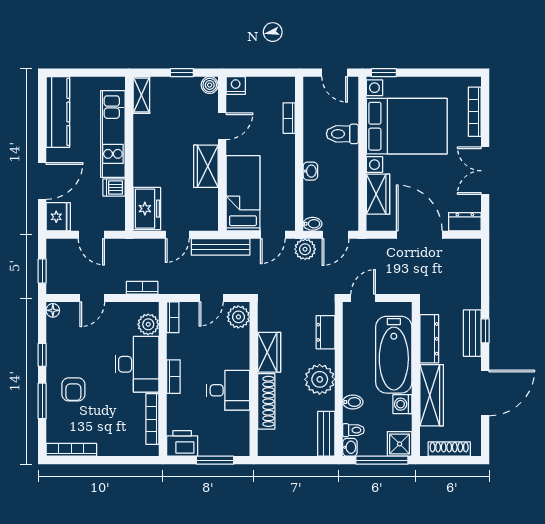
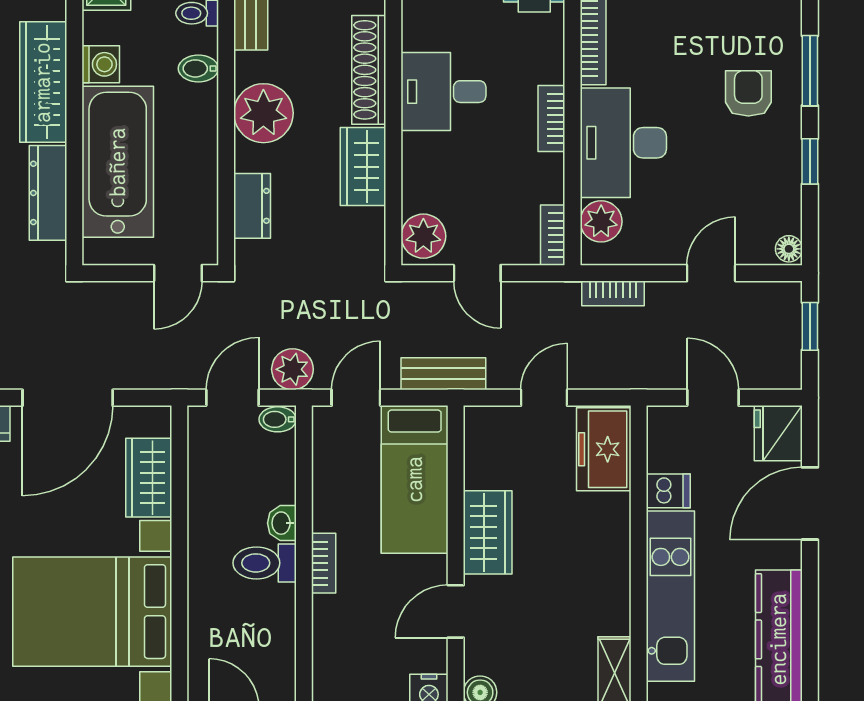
bookcase: (289, 118) -> (324, 563), moved
toilet: (342, 134) -> (265, 563), moved, turned 180
door: (419, 235) -> (68, 398), hinge flipped
bench: (221, 247) -> (443, 374), width x0.73
door: (211, 298) -> (477, 273), swing flipped

